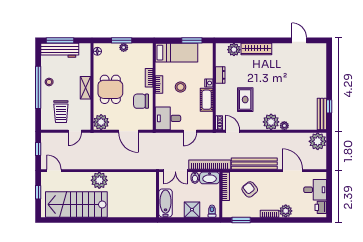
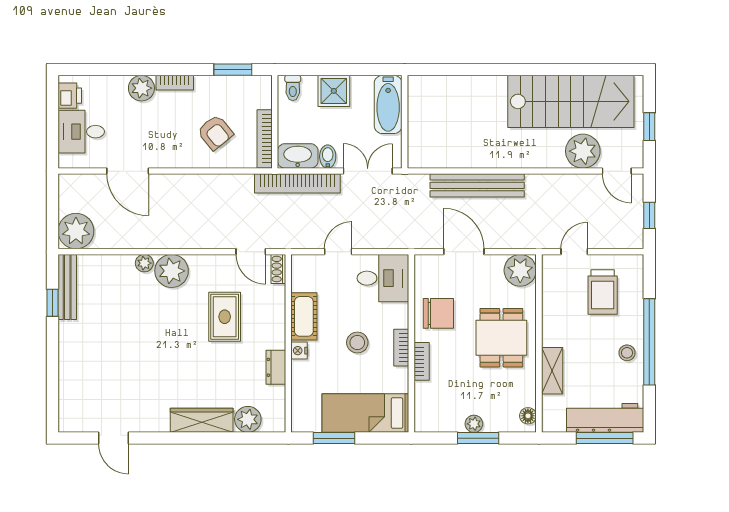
shelving: (86, 88) -> (552, 371), moved
trolley: (61, 112) -> (603, 292), turned 180
bench: (254, 164) -> (477, 185), moved
plant: (99, 180) -> (583, 151), moved

